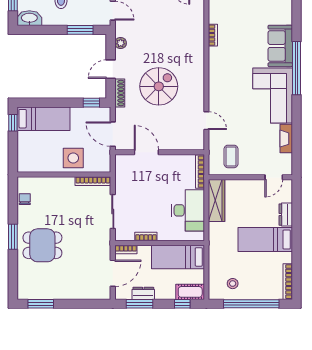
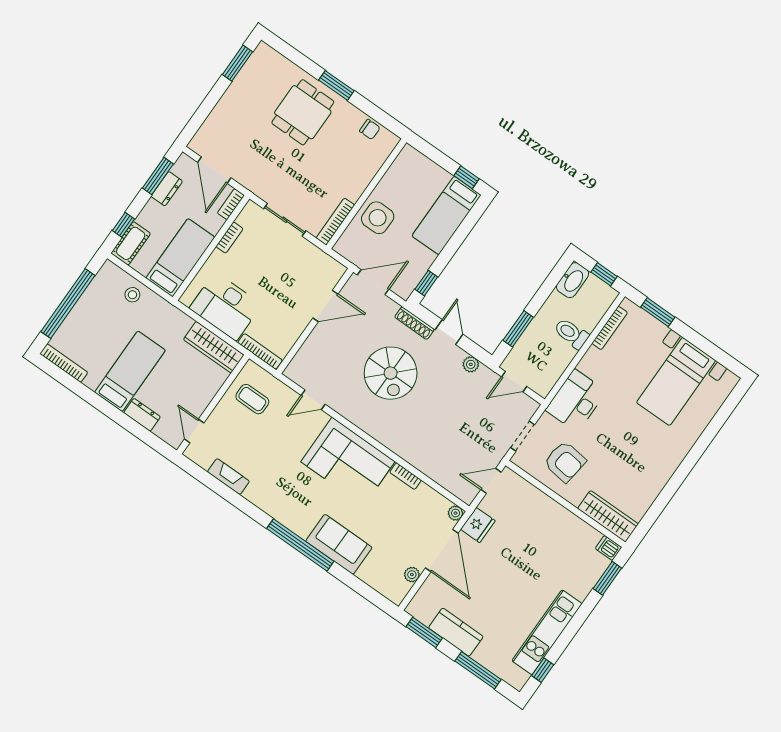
corner sofa: (273, 95) -> (348, 462), moved, turned 180
stool: (233, 284) -> (132, 295), moved

